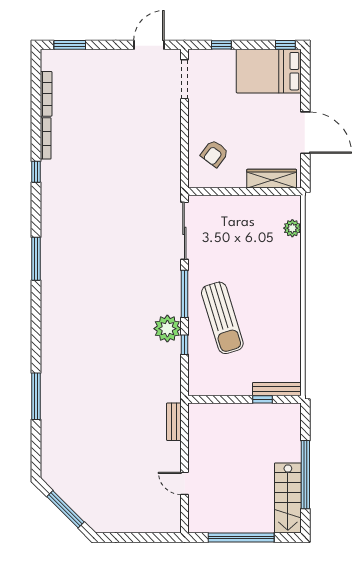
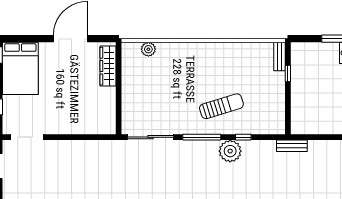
armchair: (214, 154) -> (87, 113), removed
sun lounger: (222, 318) -> (221, 106), width x0.73, depth x0.75
bench: (277, 389) -> (279, 56), width x0.73
bench: (174, 422) -> (292, 146), moved

